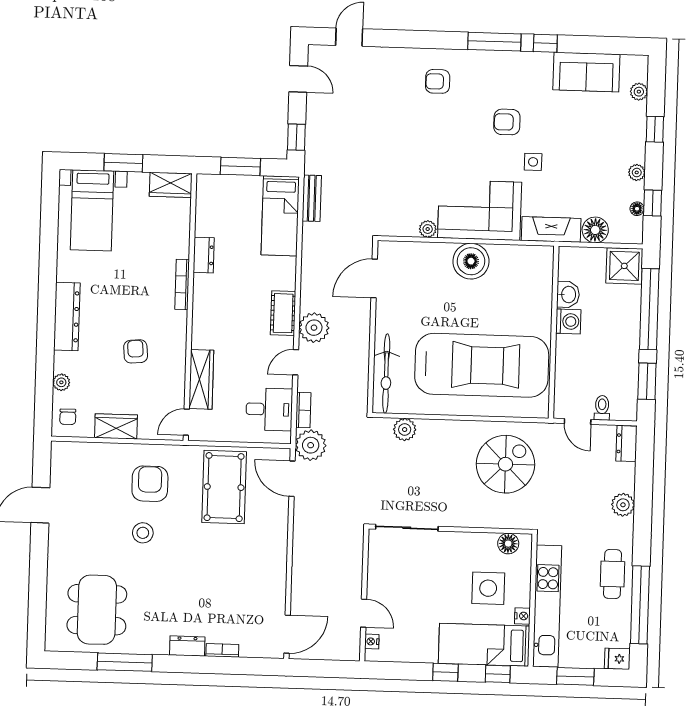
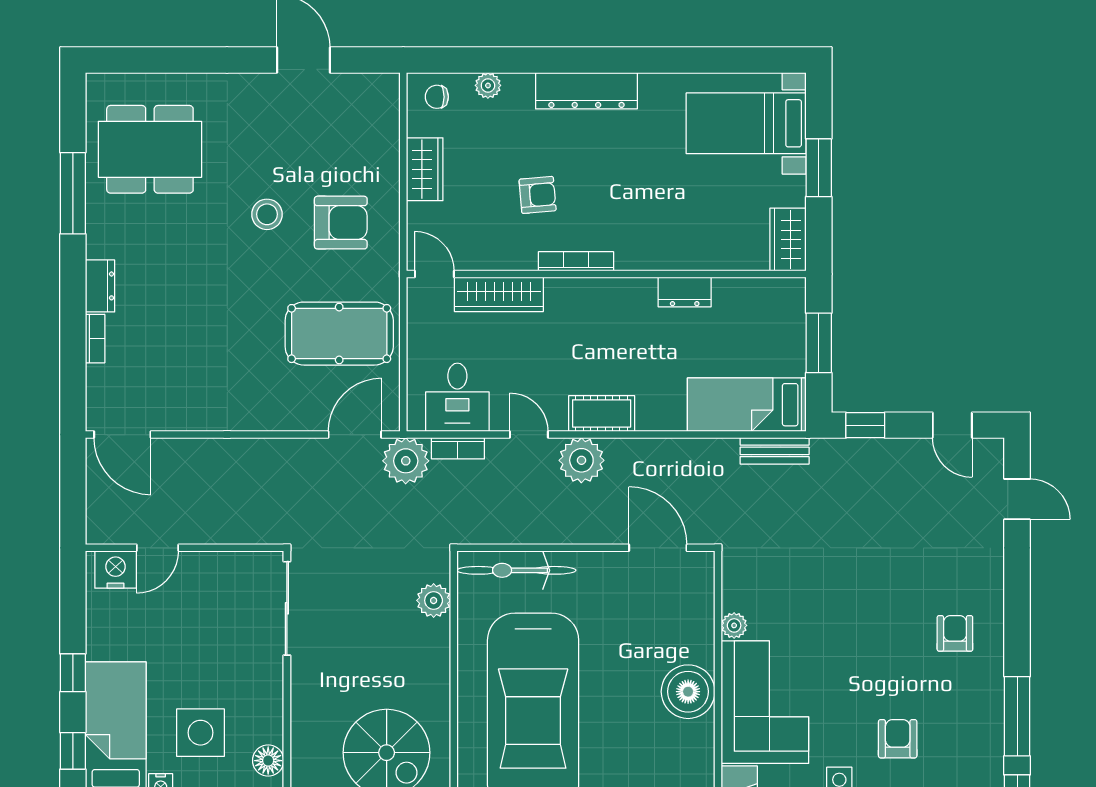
door: (298, 79) -> (952, 425), hinge flipped
bookcase: (182, 284) -> (576, 261), moved
nightstand: (372, 641) -> (116, 570), width x1.89, depth x1.79

